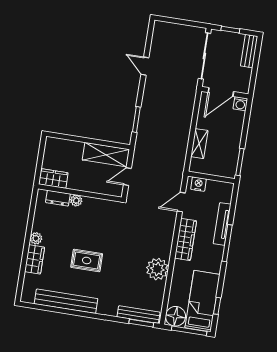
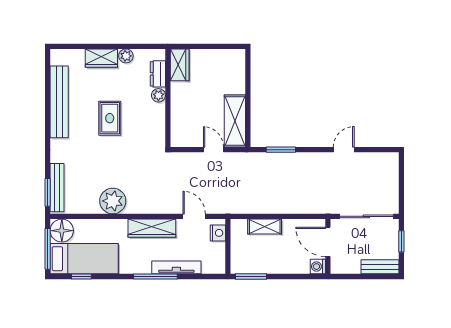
wardrobe: (53, 178) -> (180, 65), moved
wall: (80, 193) -> (168, 98), moved
dresser: (58, 198) -> (158, 74), moved
plant: (76, 200) -> (158, 95), moved

